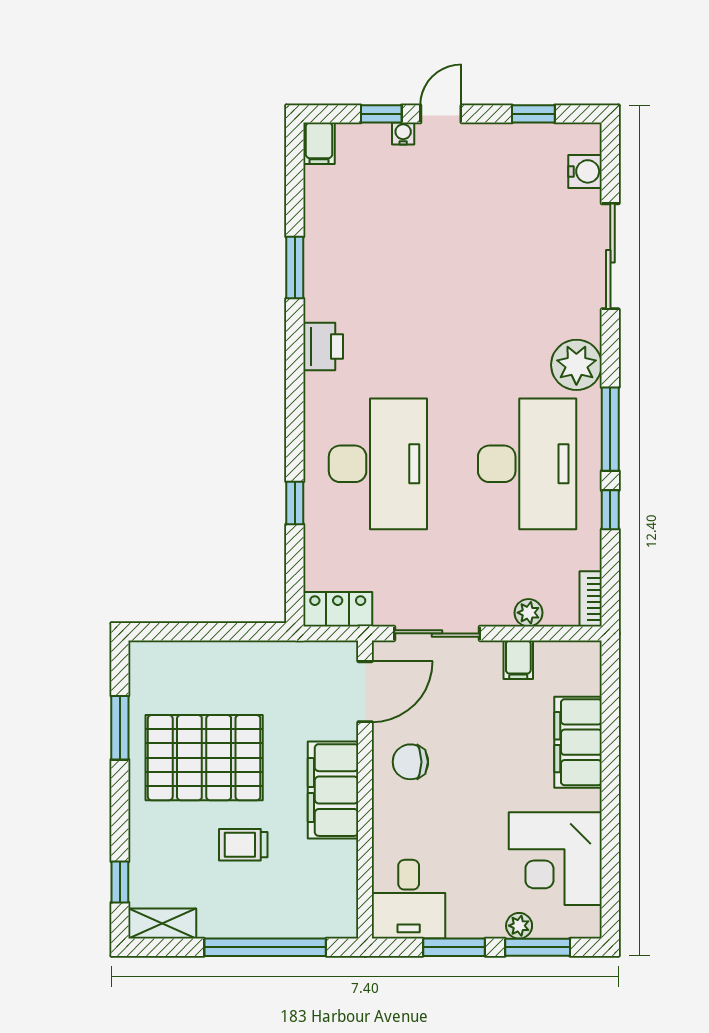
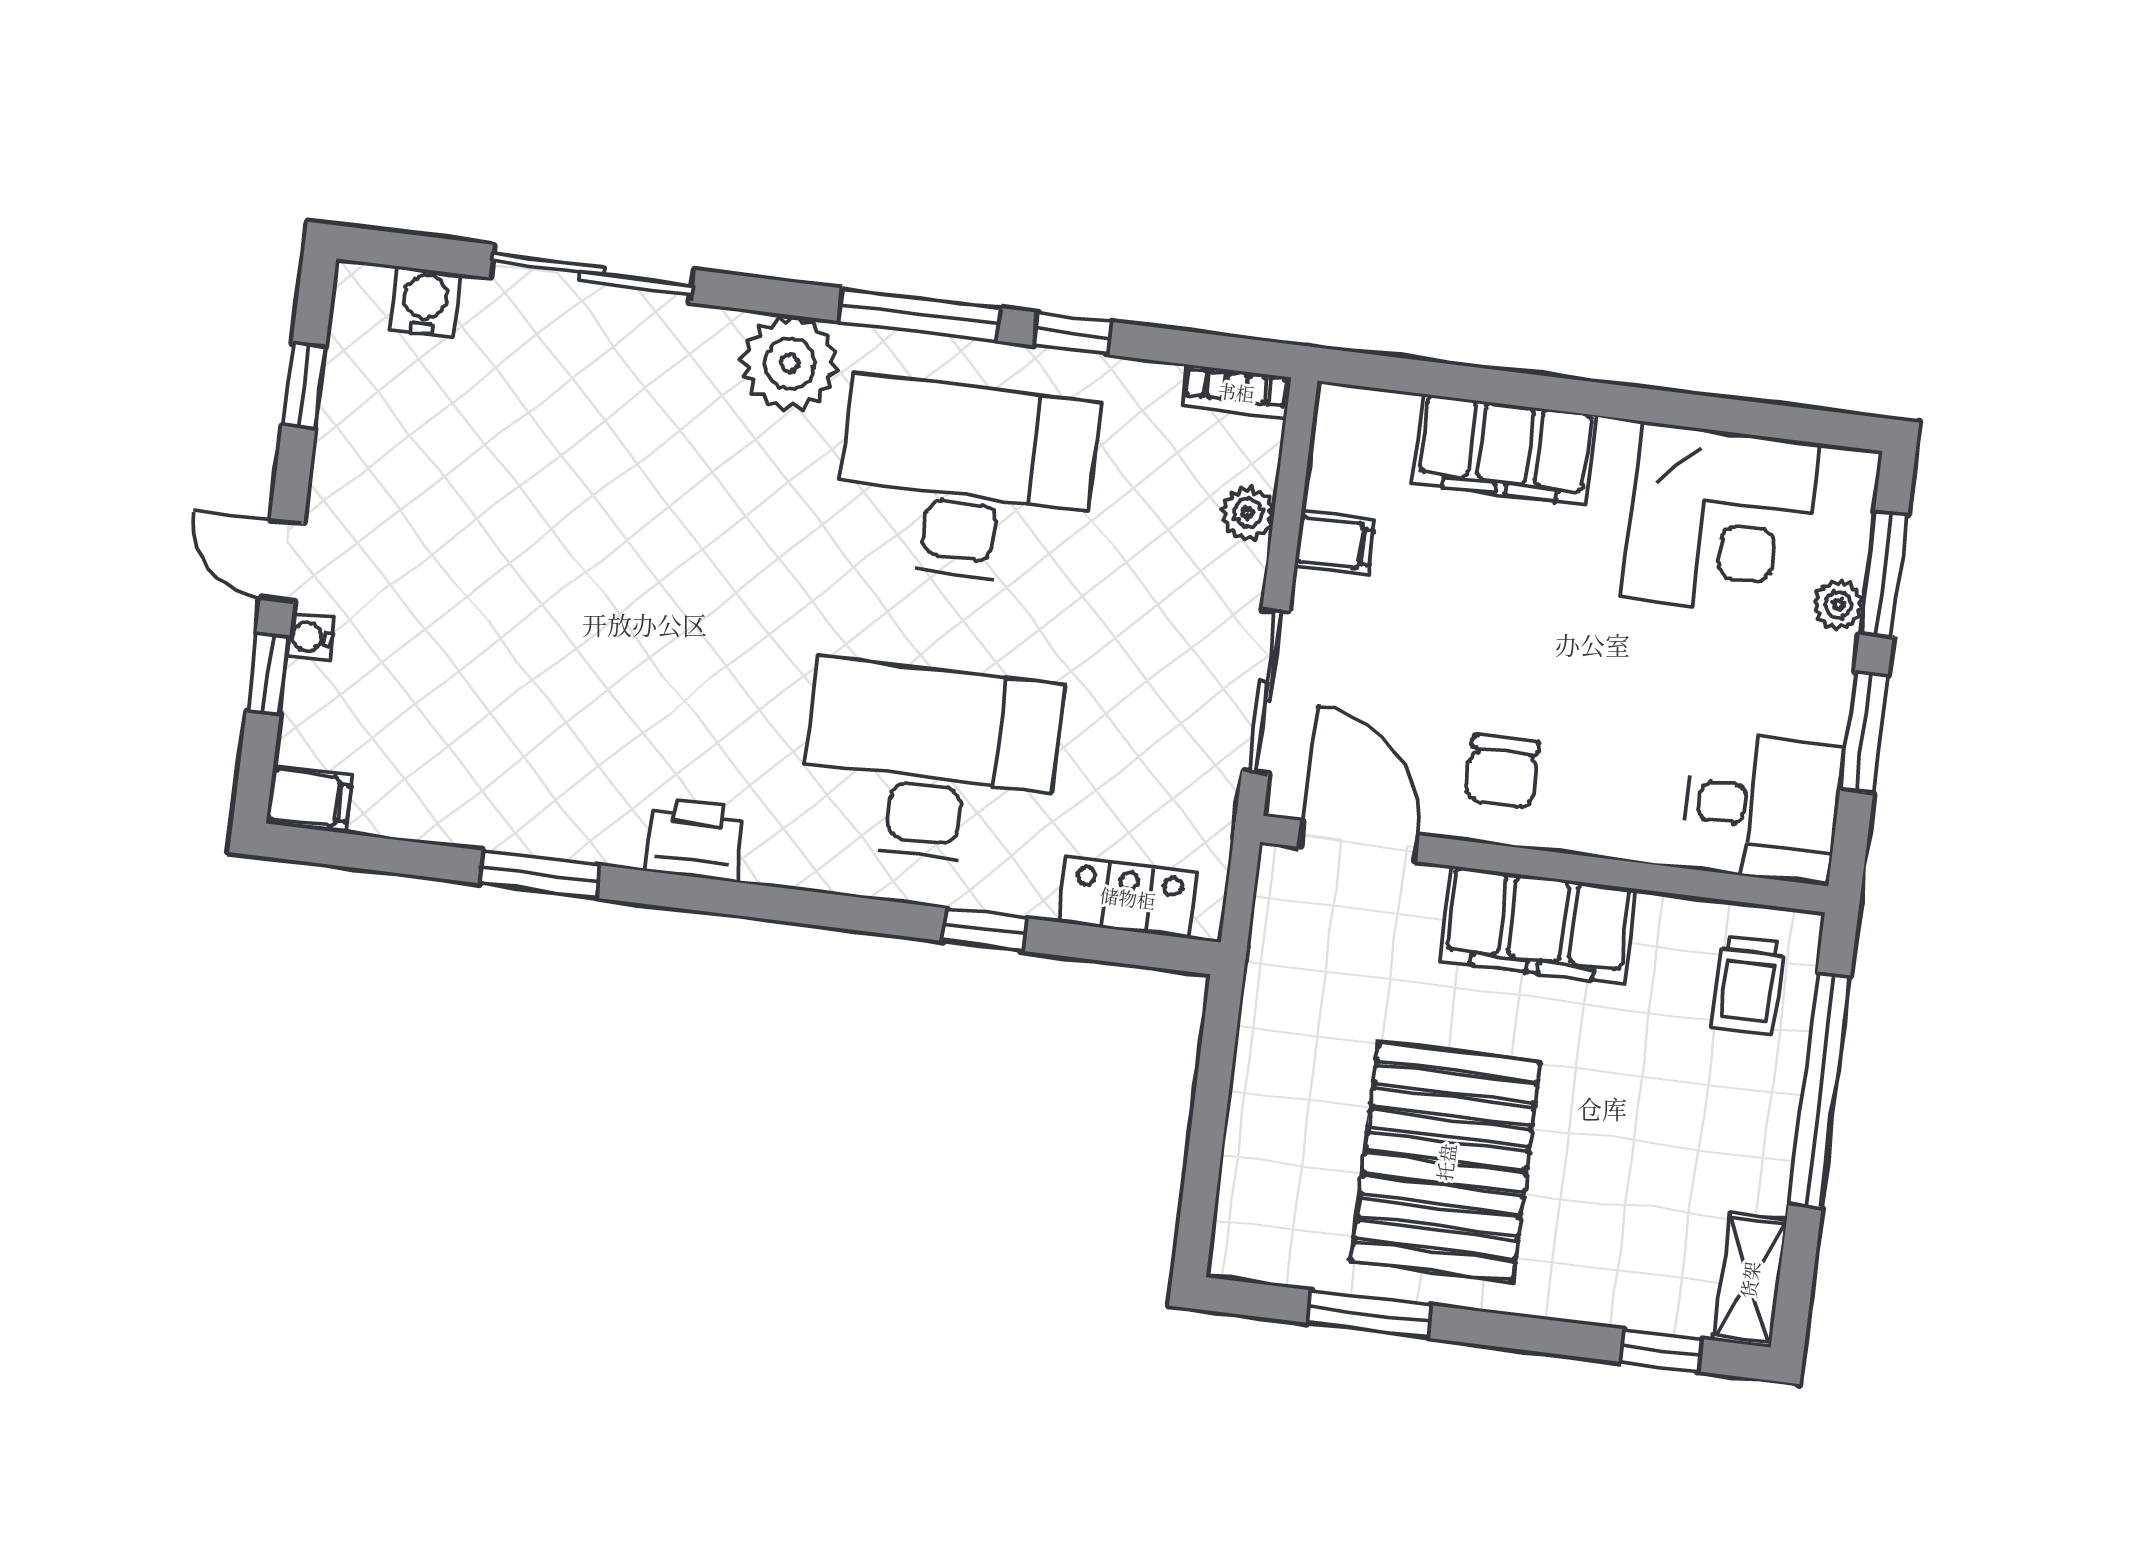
locker: (338, 609) -> (1128, 898), moved, turned 90
trolley: (243, 845) -> (1748, 985), moved

